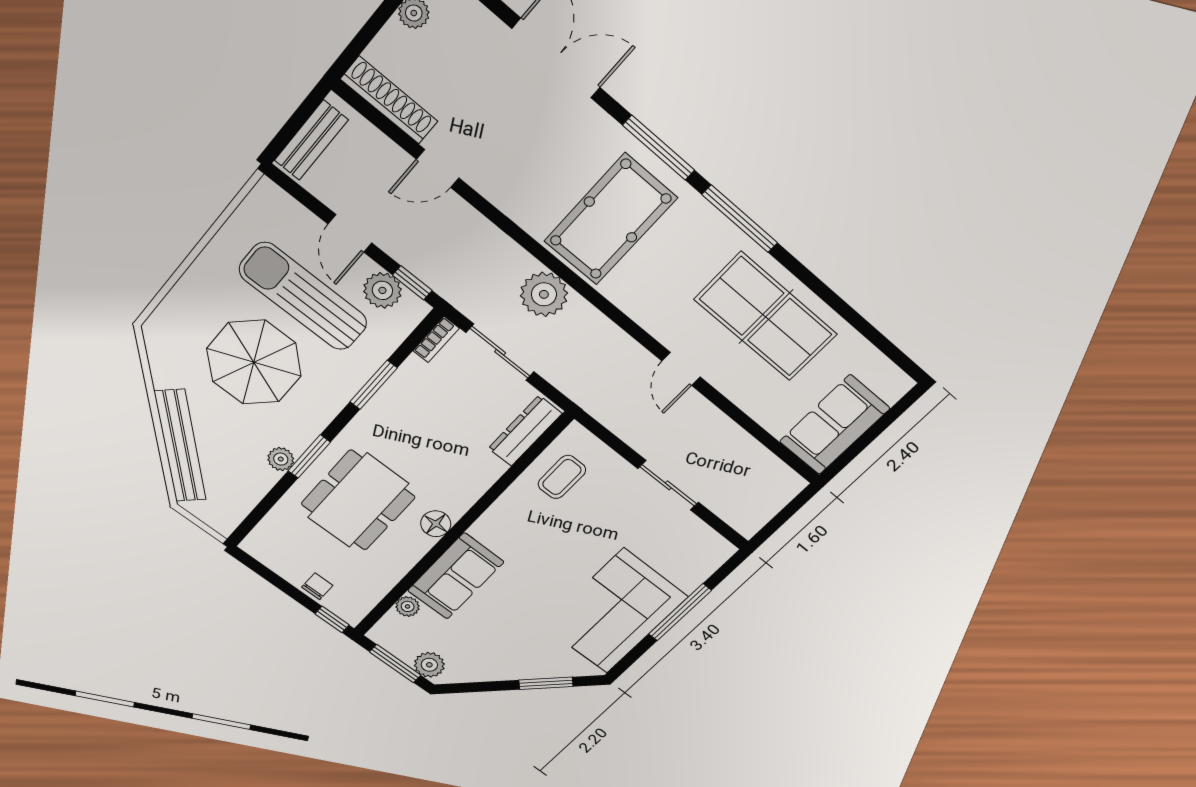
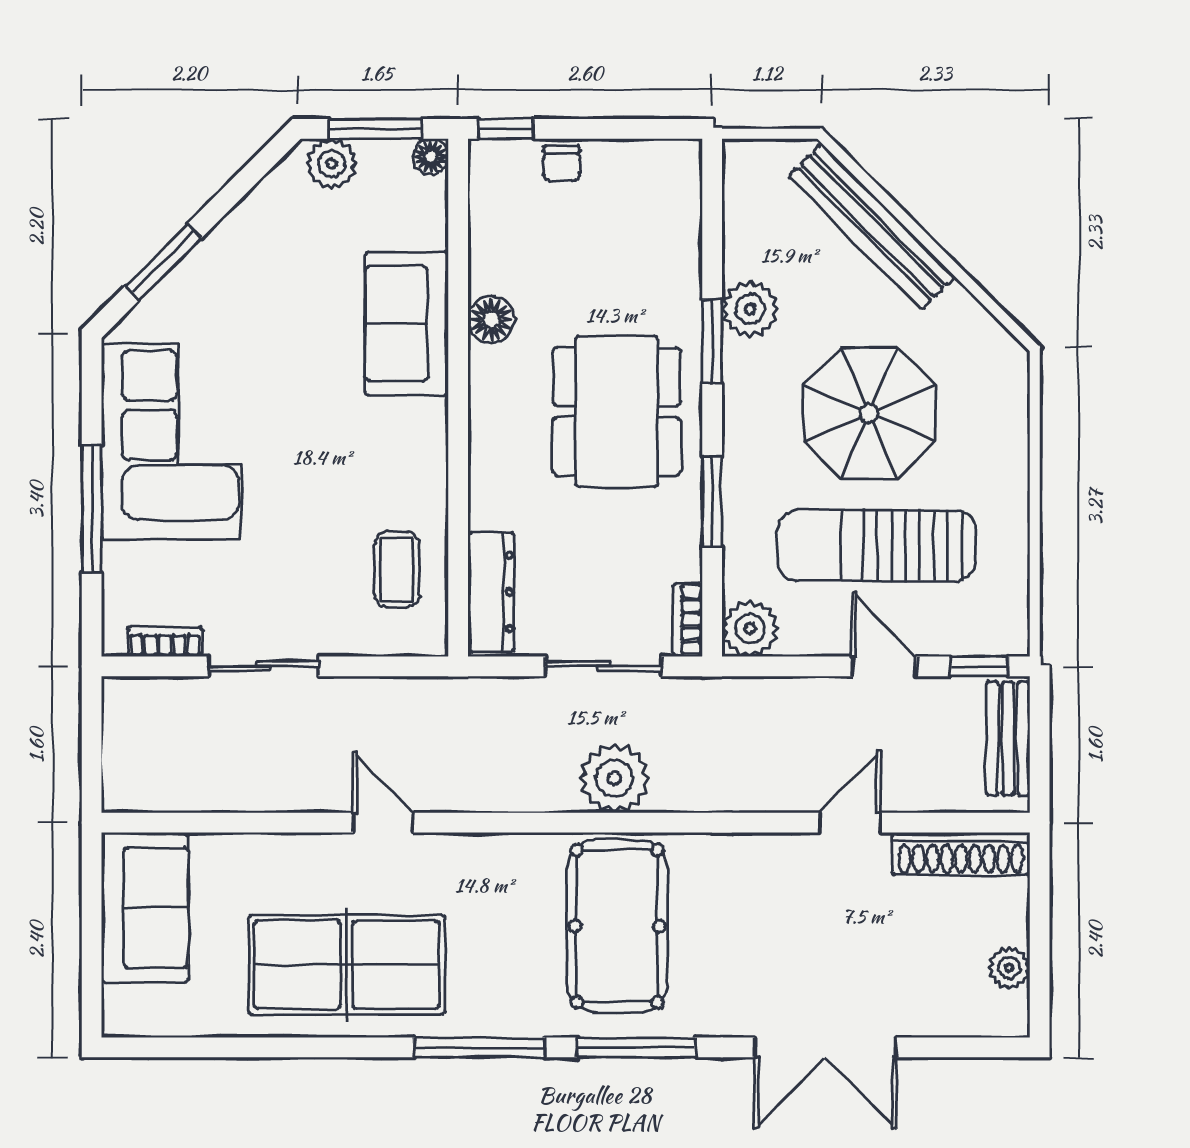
window: (412, 283) -> (979, 666), moved
plant: (382, 290) -> (750, 629), moved
sun lounger: (303, 296) -> (877, 545), turned 180
plant: (281, 459) -> (750, 309), width x1.38, depth x1.38
dining table: (358, 500) -> (617, 411), moved
floor lamp: (436, 524) -> (491, 319), moved
bookcase: (704, 532) -> (165, 642), added
plant: (408, 606) -> (429, 229), removed
floor lamp: (379, 634) -> (431, 156), added

